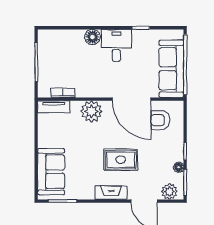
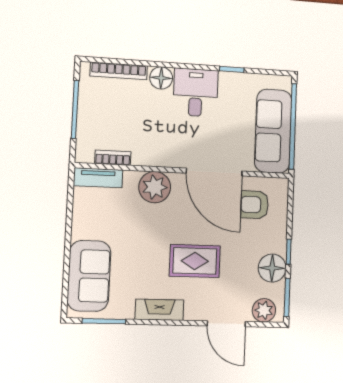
bookcase: (64, 34) -> (119, 71), added
floor lamp: (179, 167) -> (272, 268), width x1.89, depth x1.89
fireplace: (111, 193) -> (159, 310), moved

